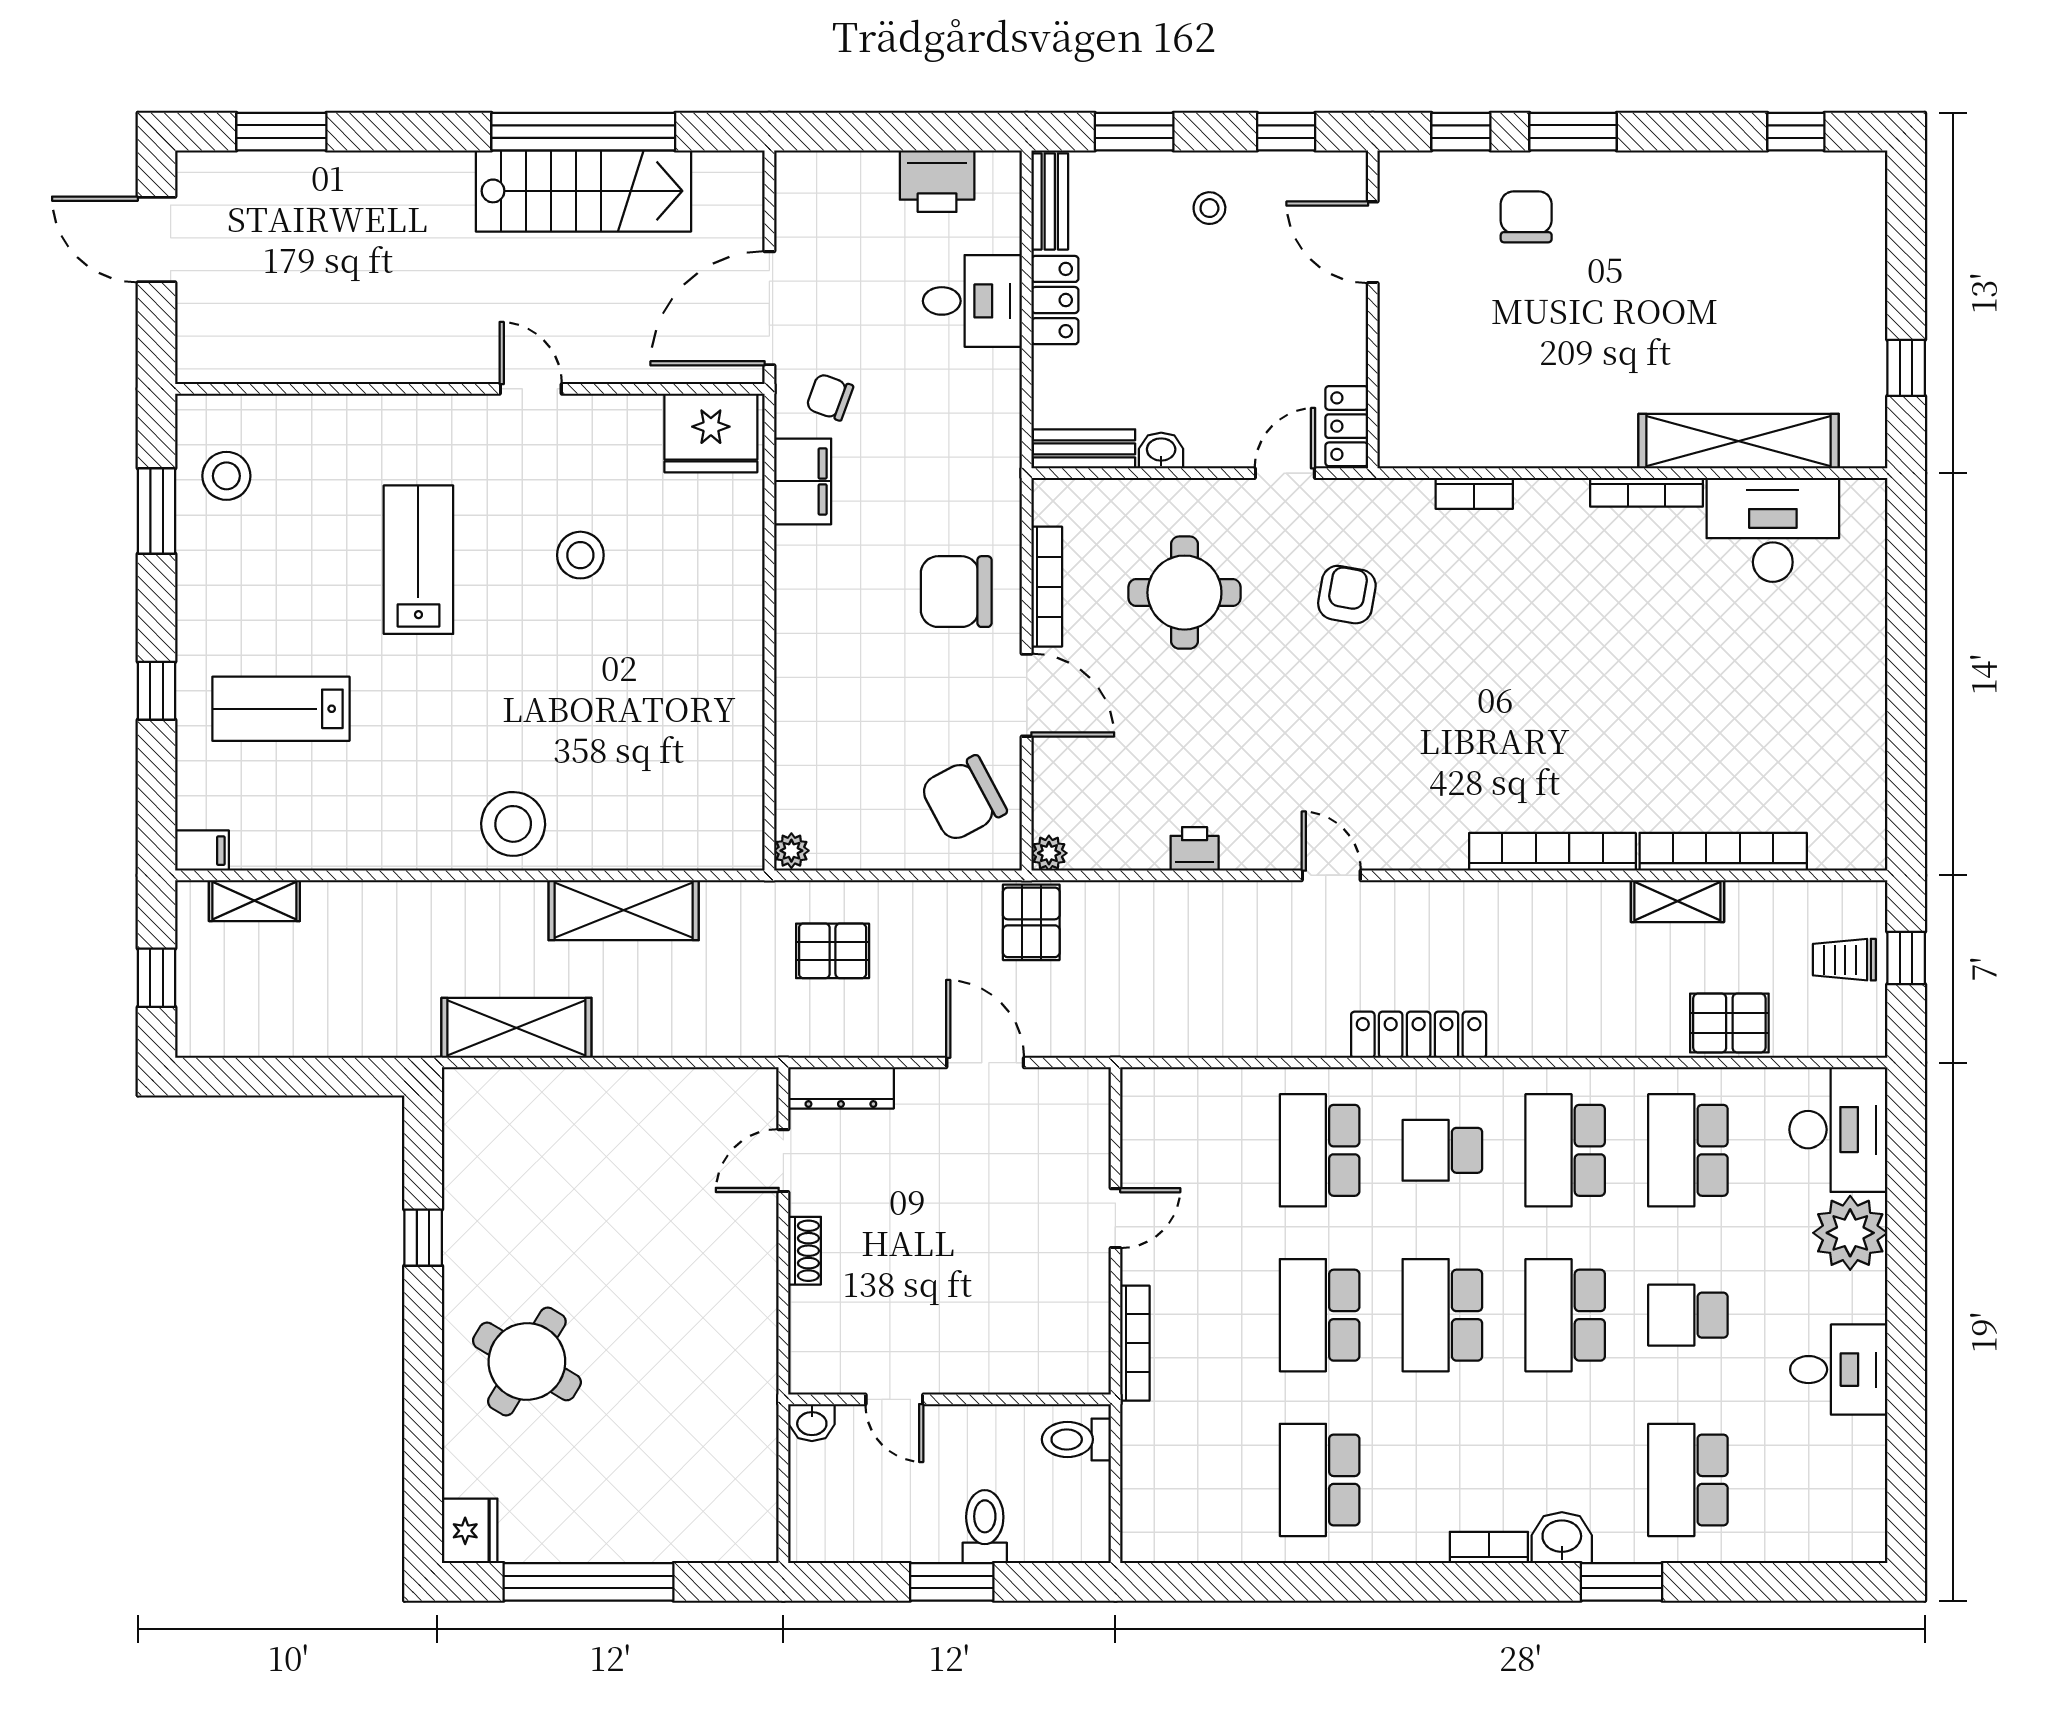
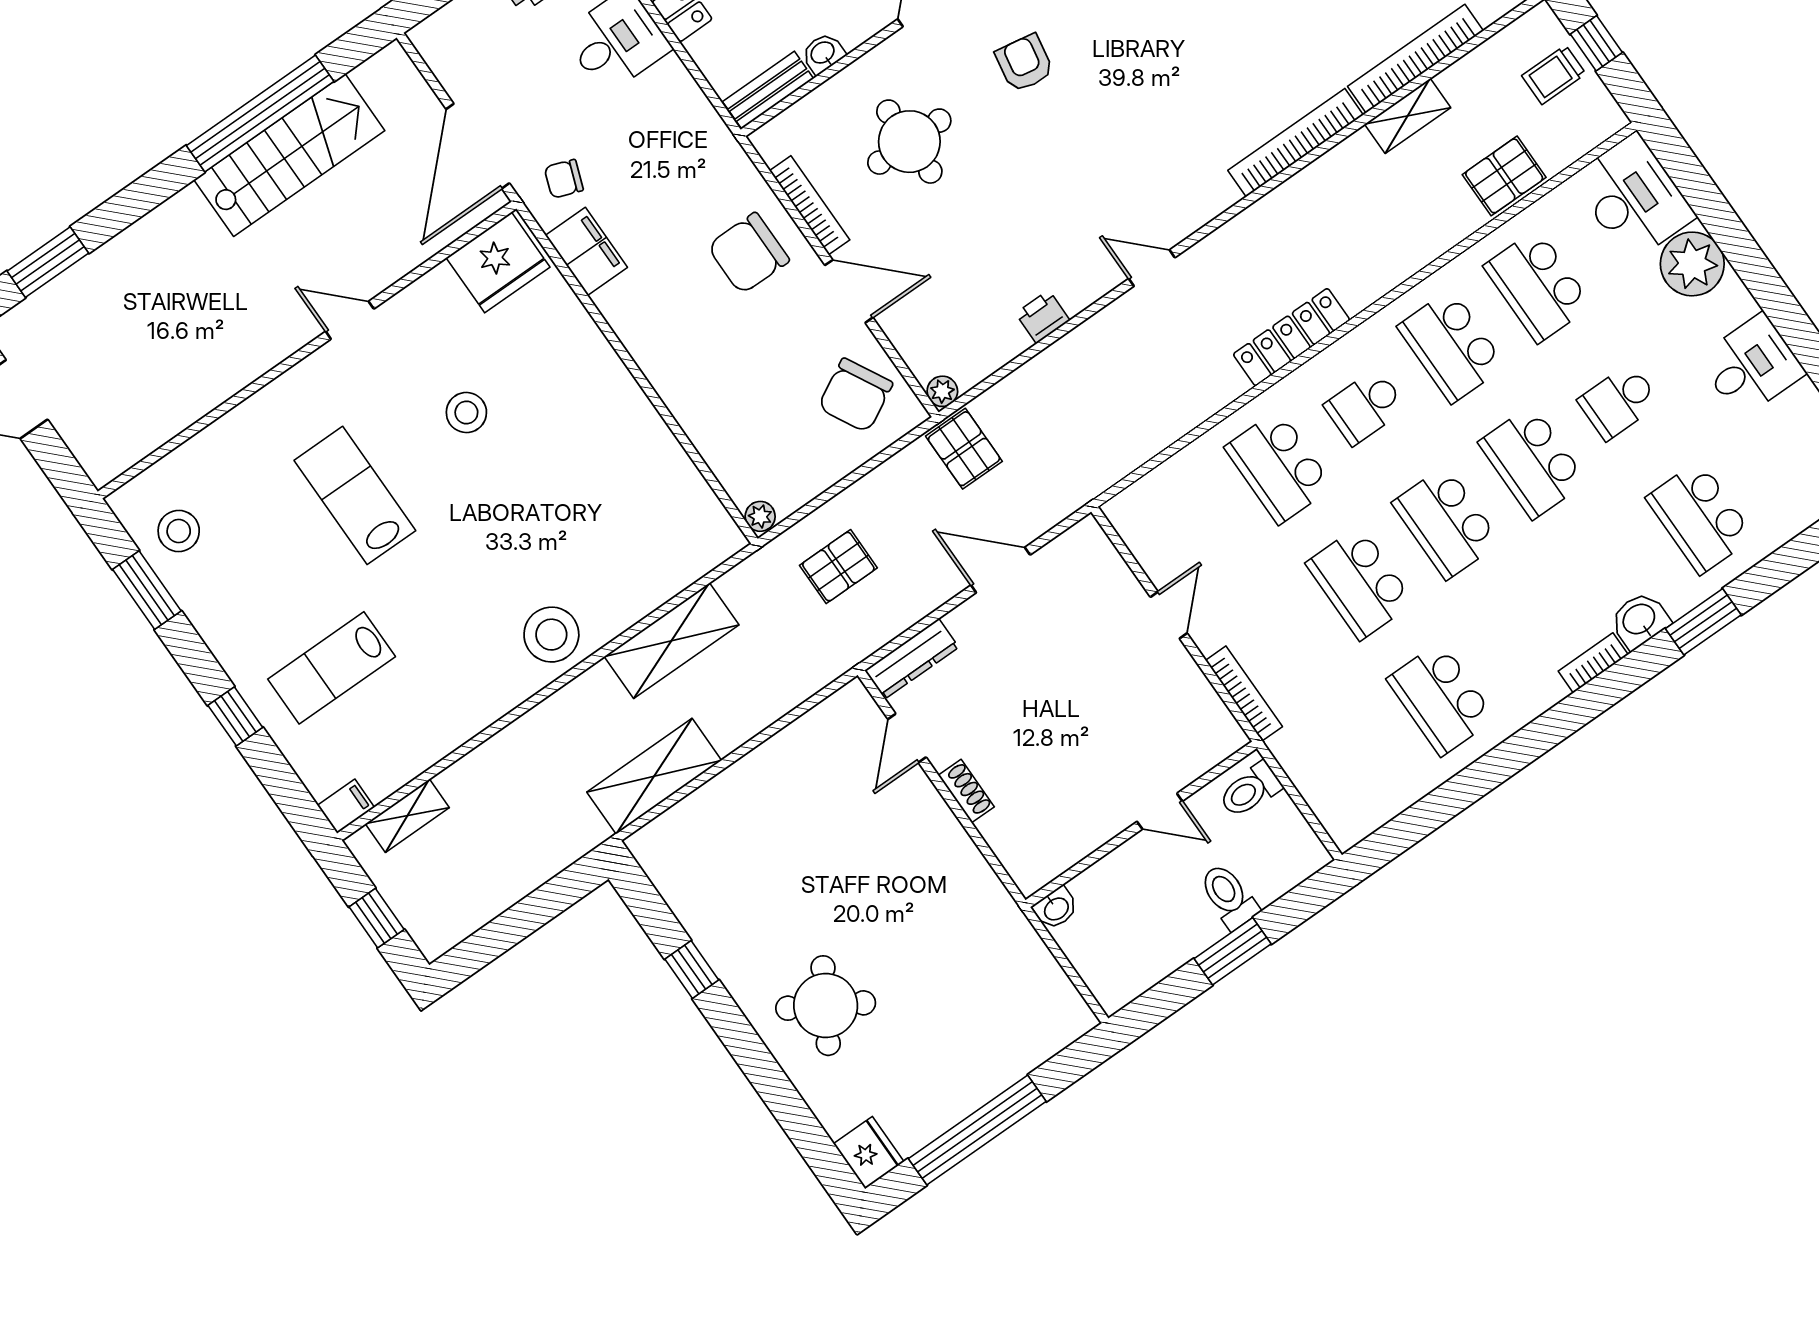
door: (894, 1399) -> (1160, 811), moved

